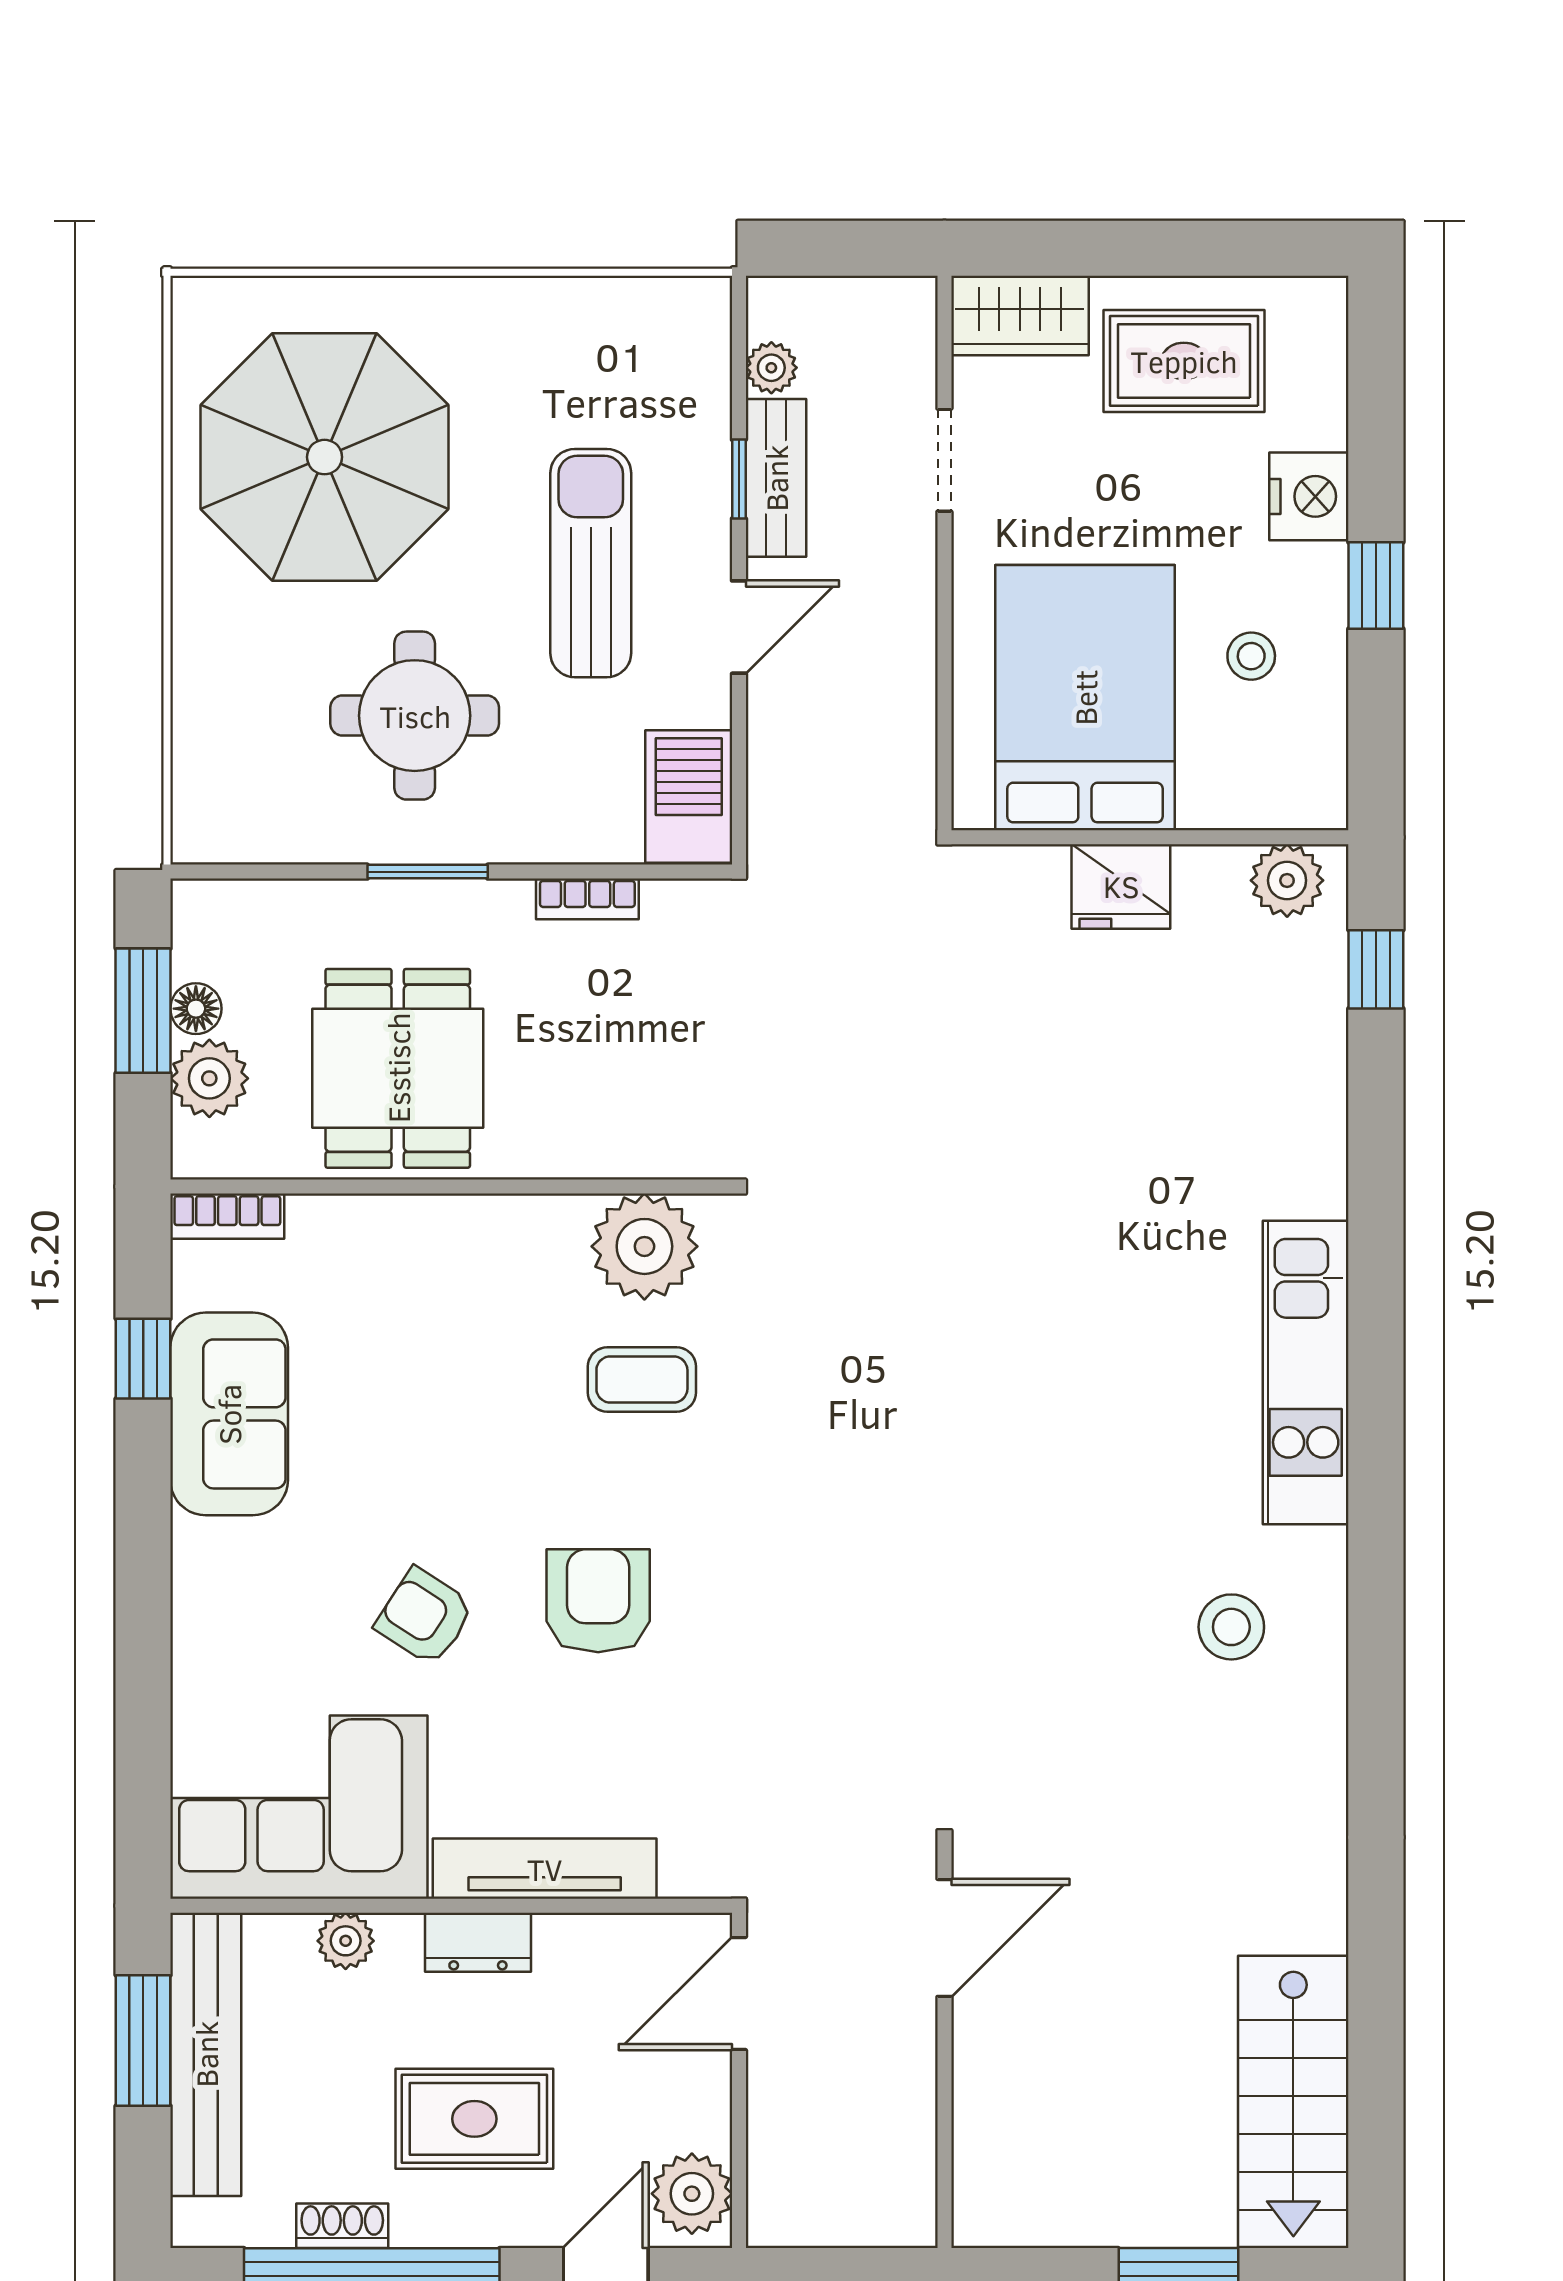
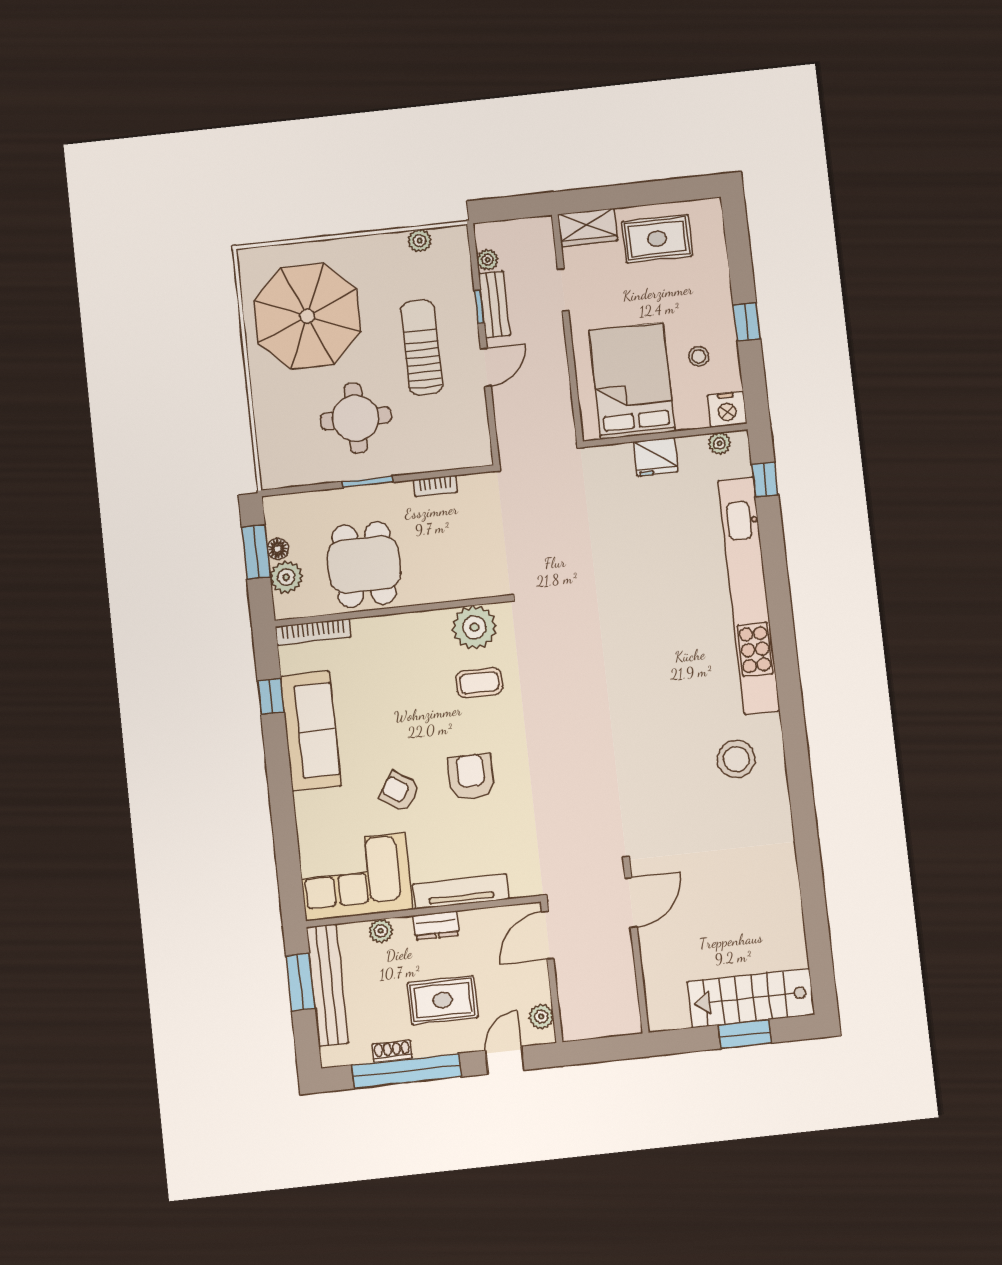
plant: (613, 304) -> (420, 241), added
nightstand: (1309, 496) -> (727, 409), moved, turned 90
barbecue: (689, 797) -> (473, 439), removed
plant: (1287, 880) -> (719, 443), width x0.73, depth x0.73
bookcase: (227, 1216) -> (313, 632), width x1.56
kitchen unit: (1306, 1372) -> (749, 596), width x1.86
sofa: (229, 1414) -> (311, 731), width x1.36
stool: (1231, 1627) -> (736, 759), width x1.38, depth x1.38
stairs: (1293, 2102) -> (751, 998), moved, turned 90
plant: (692, 2194) -> (541, 1017), width x0.73, depth x0.73

